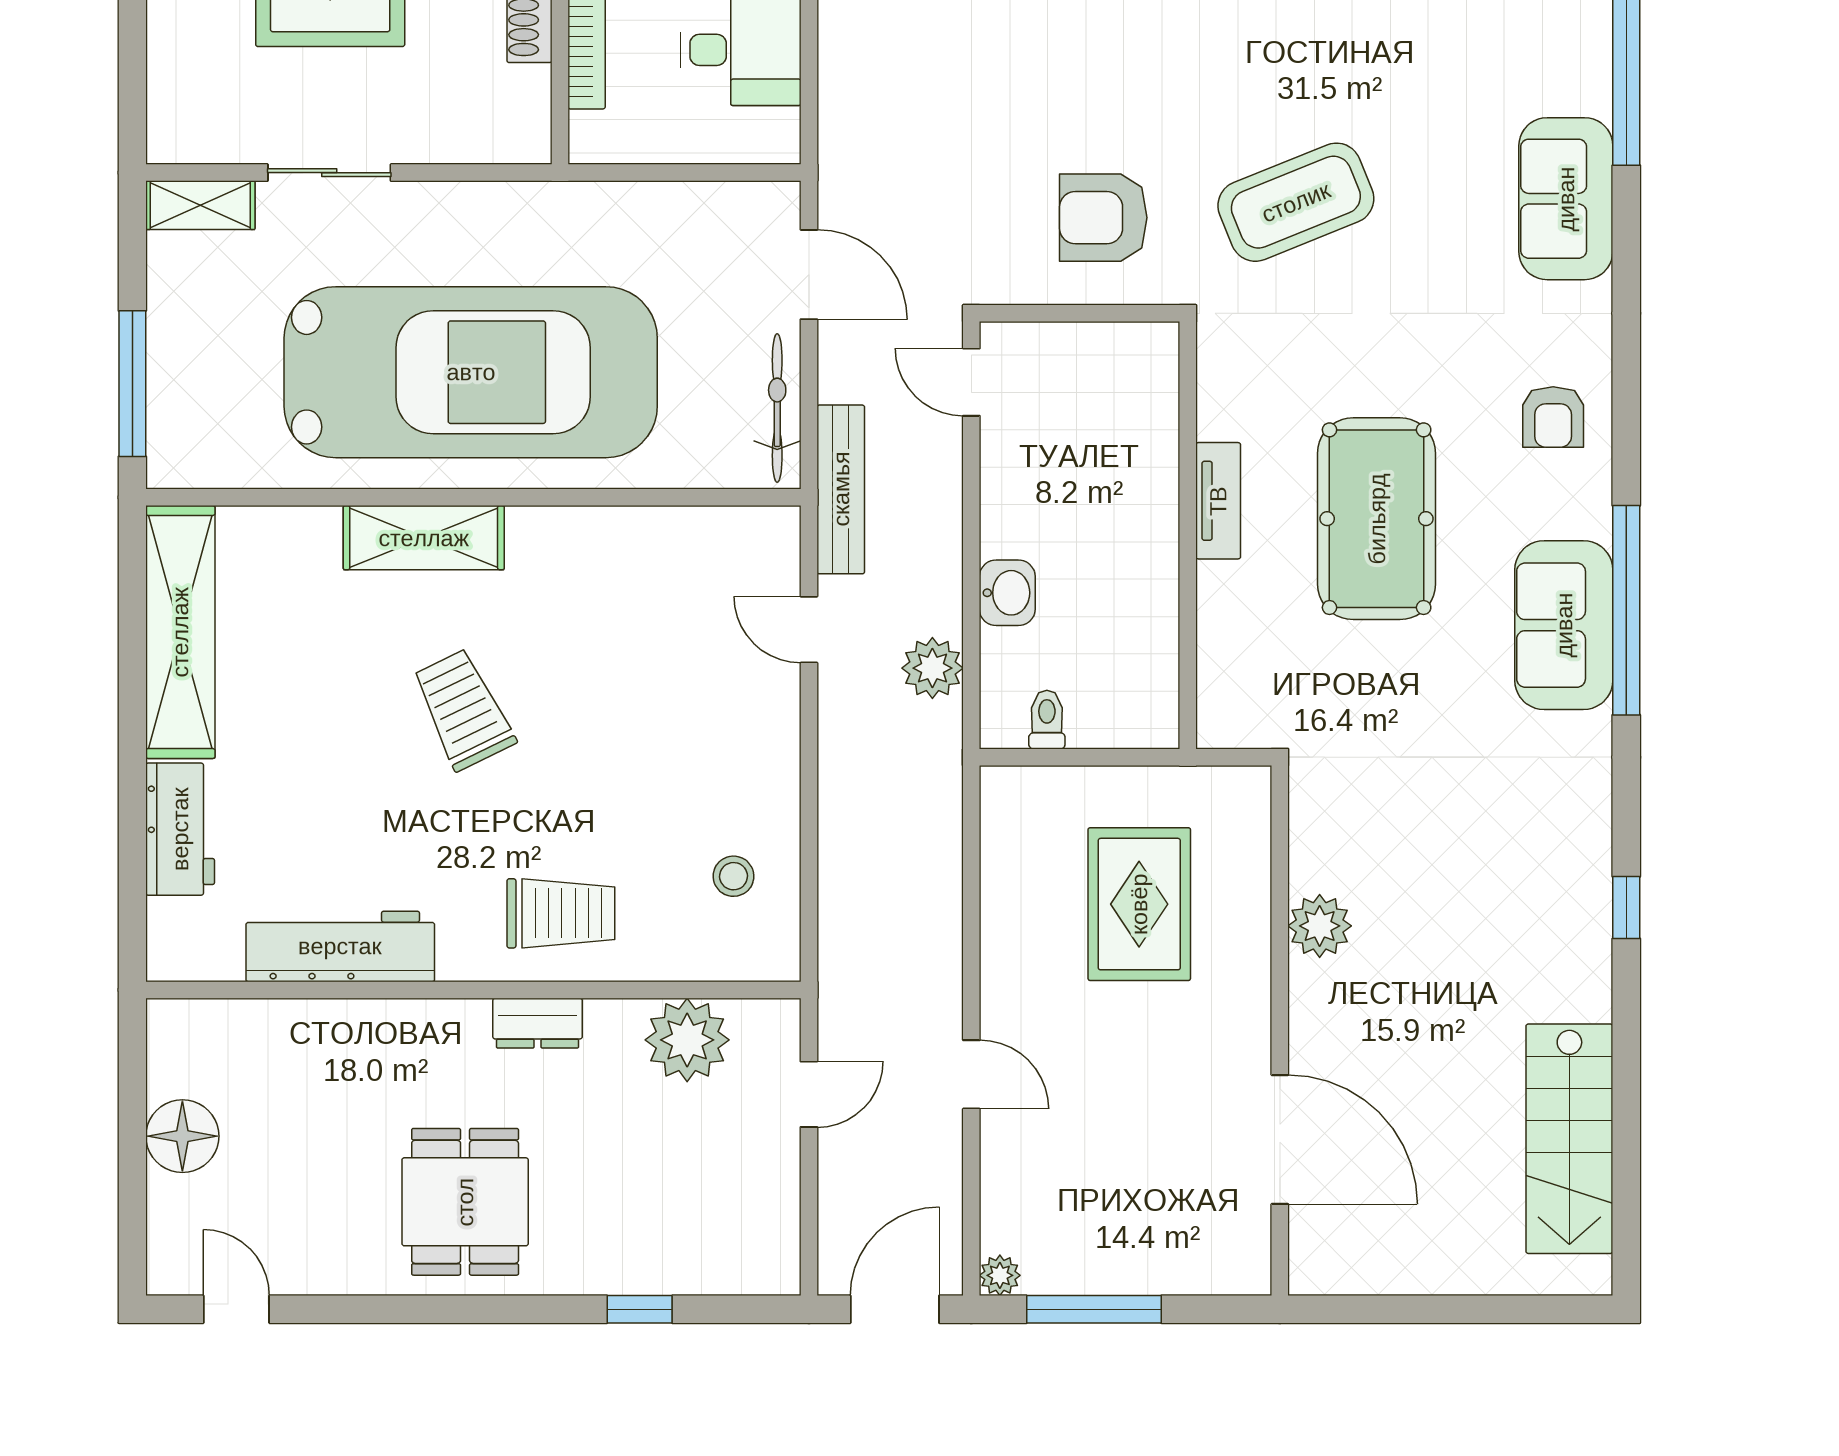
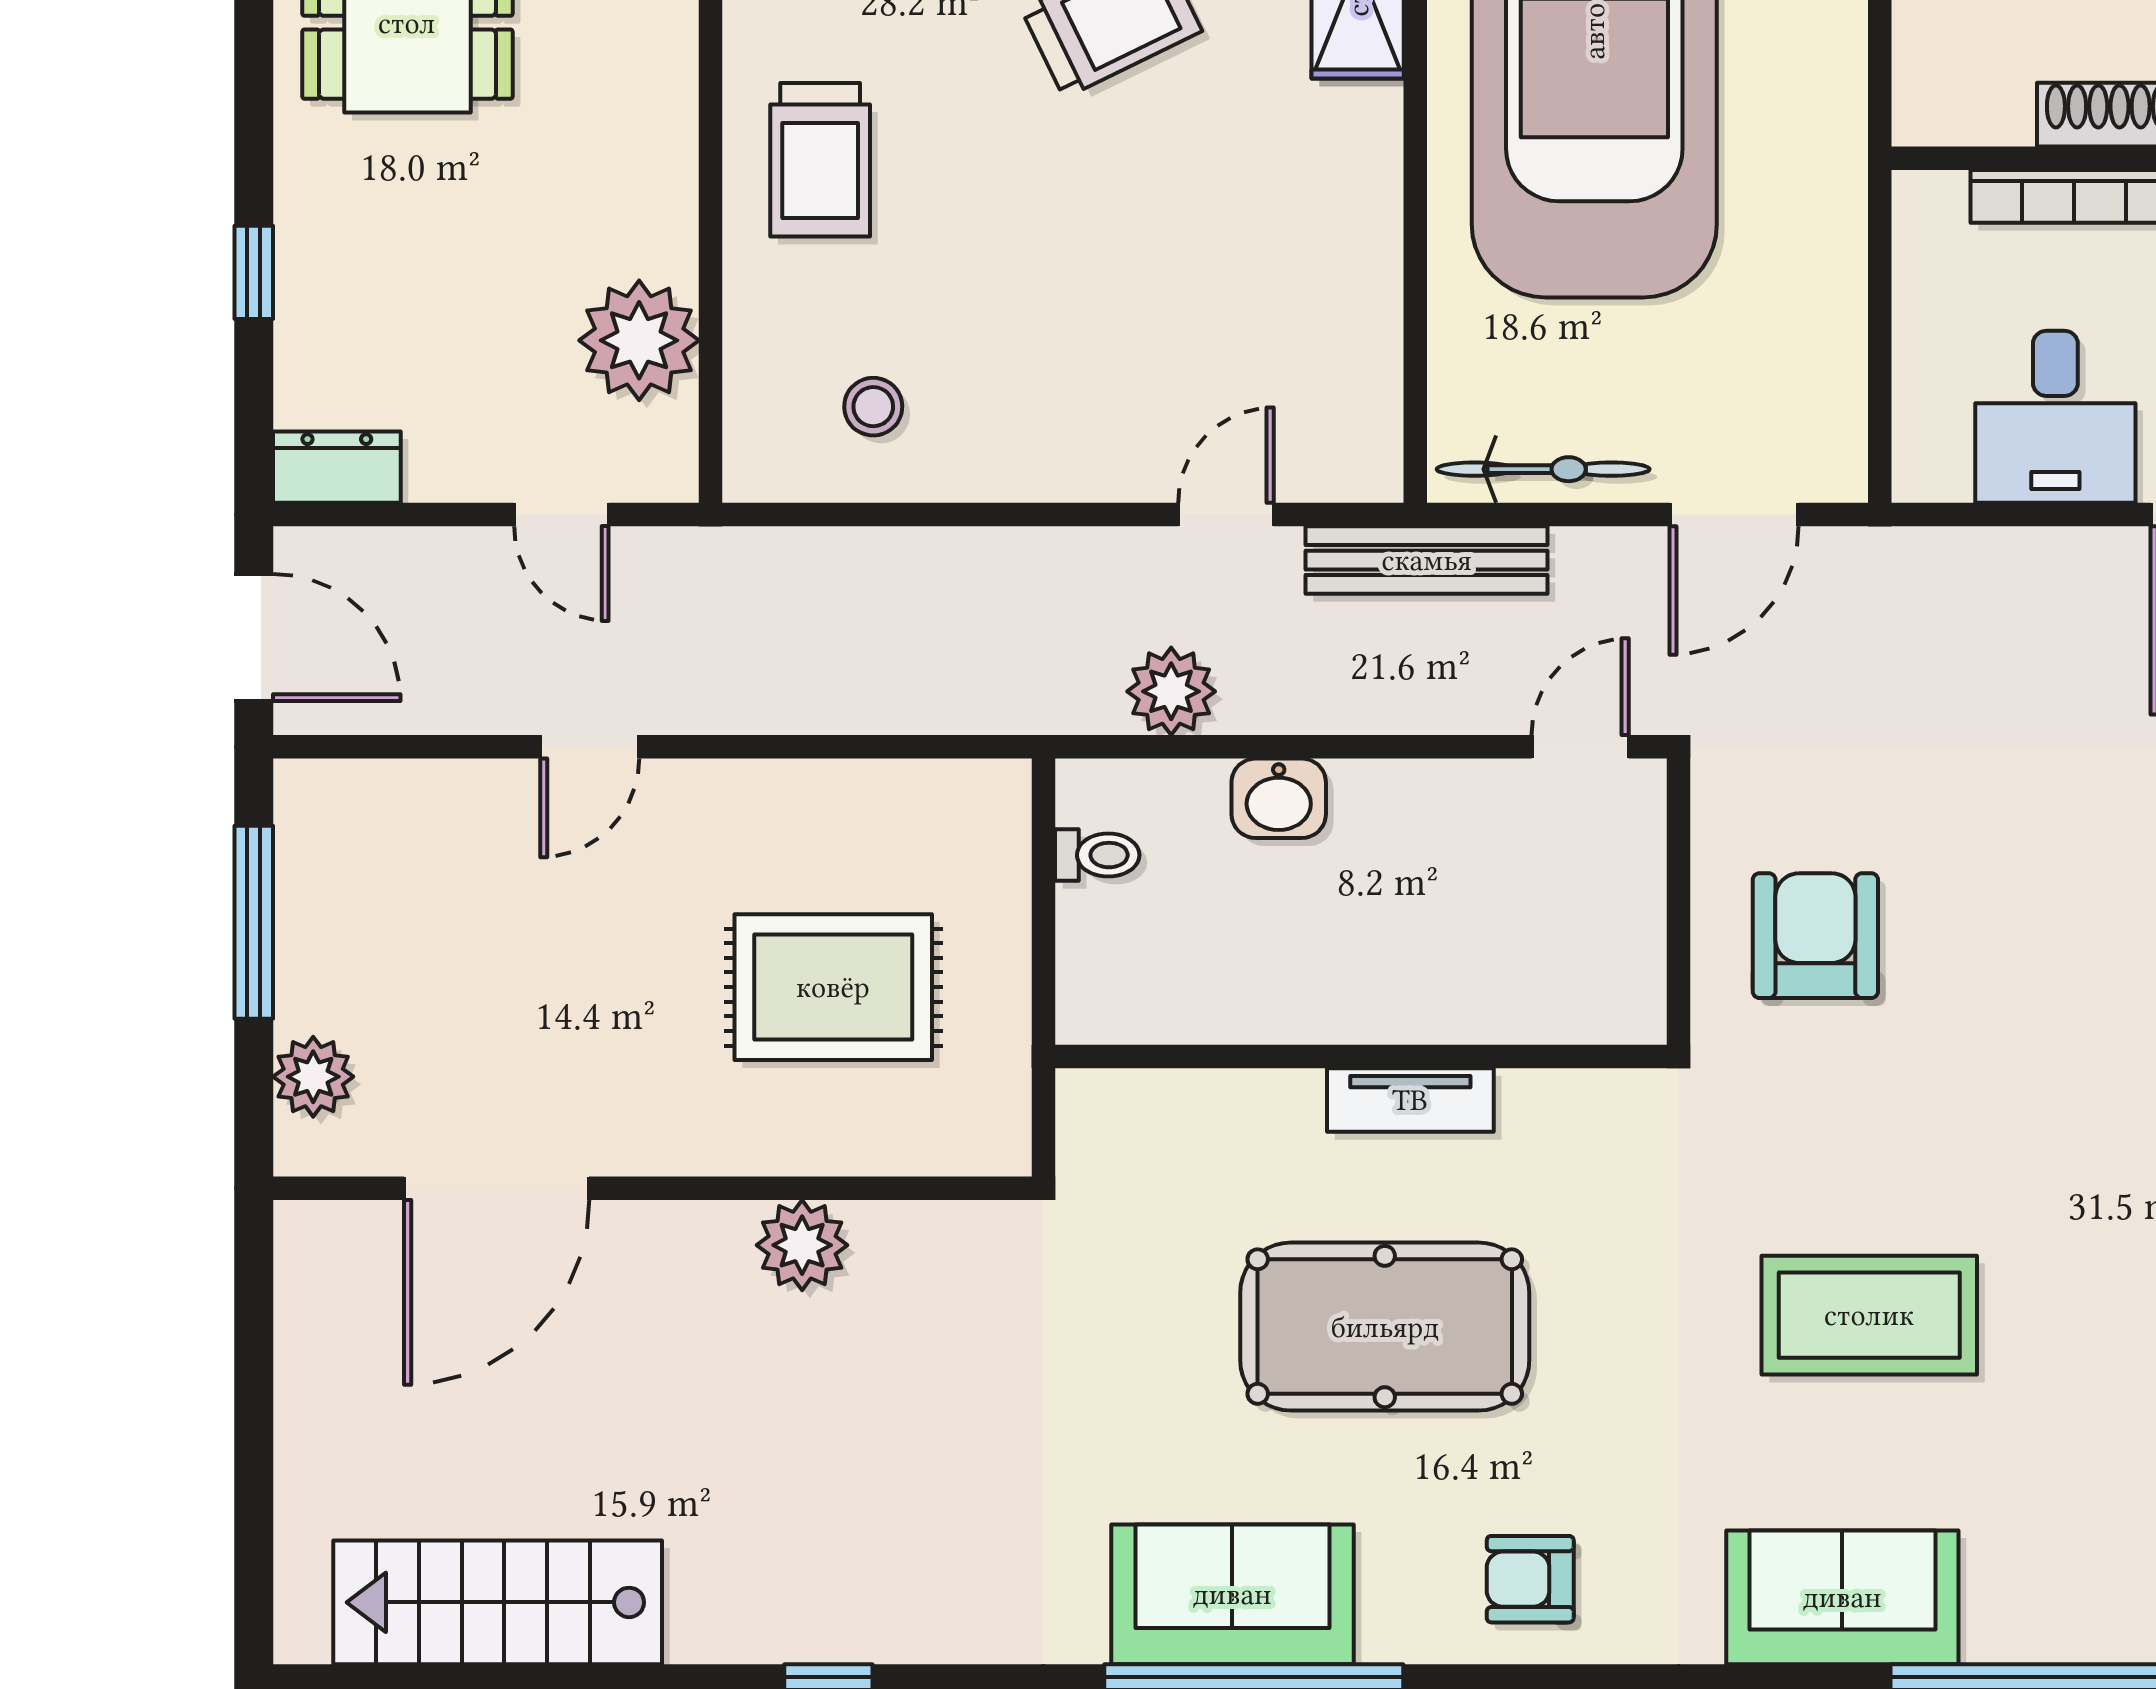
coffee table: (1296, 202) -> (1869, 1315), moved, turned -68
dresser: (538, 1023) -> (337, 467), moved, turned 90
plant: (1000, 1275) -> (313, 1077), moved, width x1.38, depth x1.38

